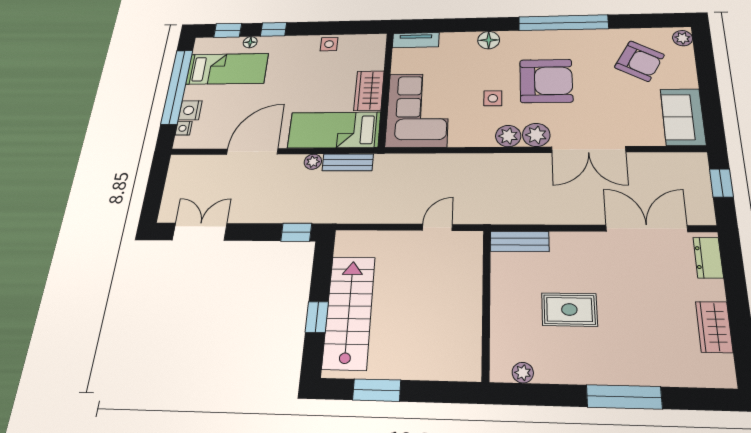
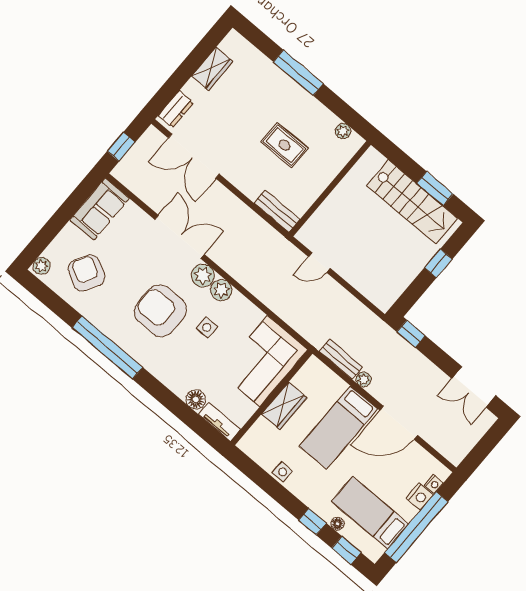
floor lamp: (489, 40) -> (196, 399), moved
bed: (334, 130) -> (338, 428), moved, turned 90
stairs: (349, 312) -> (412, 202), moved, turned -90

